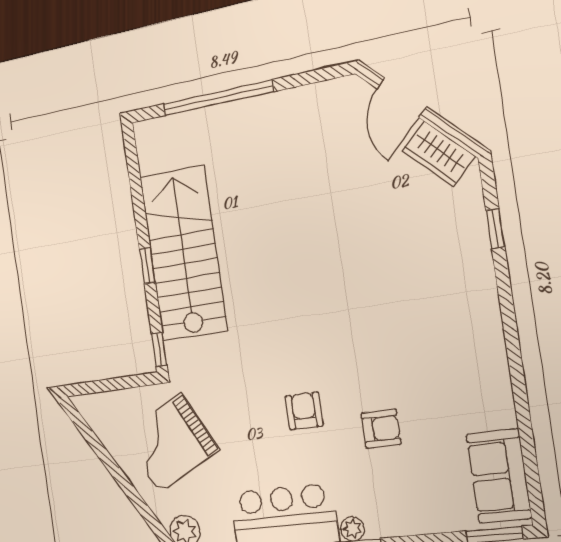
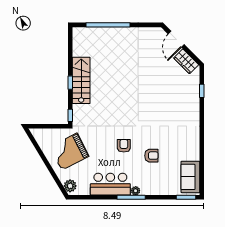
stairs: (183, 253) -> (81, 80), width x0.73, depth x0.66

